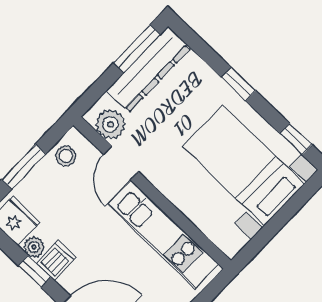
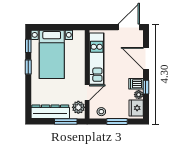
window: (137, 49) -> (66, 121), moved
window: (238, 84) -> (28, 67), moved

